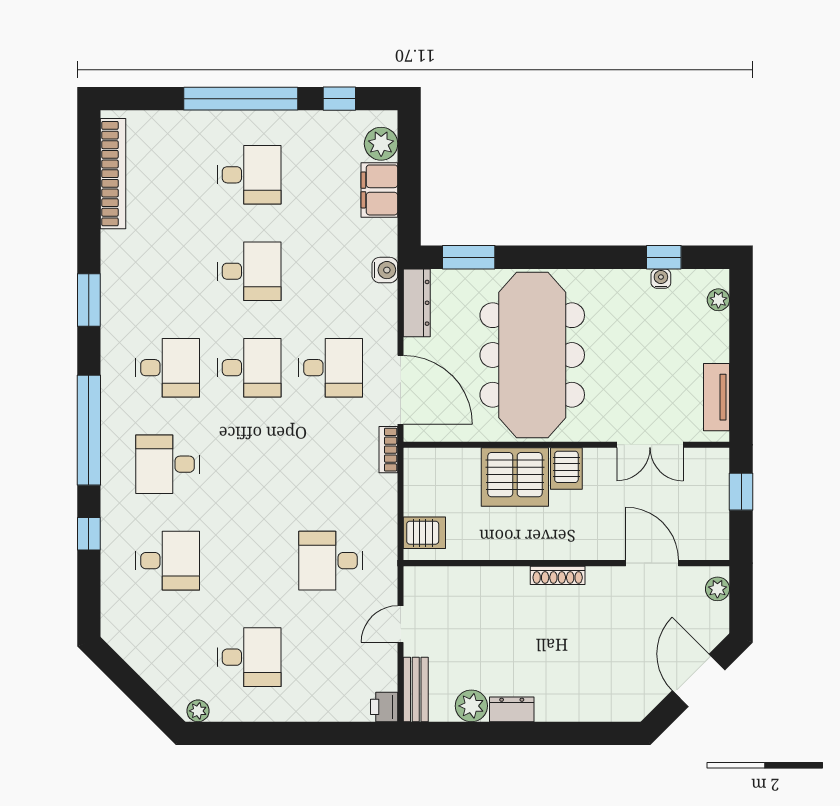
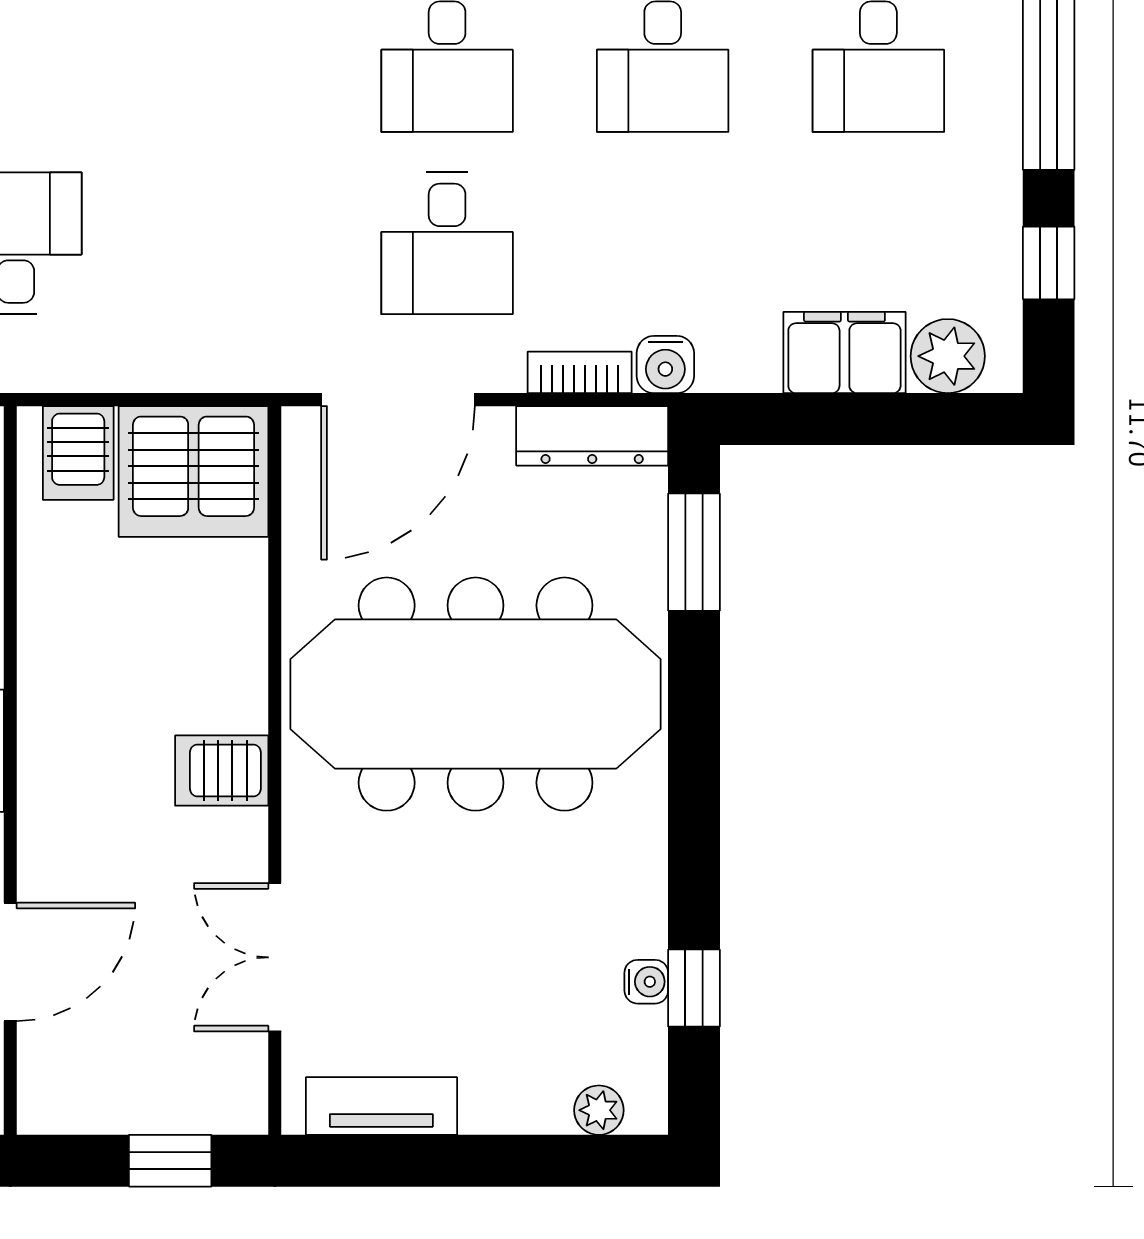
bookcase: (388, 450) -> (580, 372), moved
server rack: (515, 477) -> (193, 472), moved, turned -90

